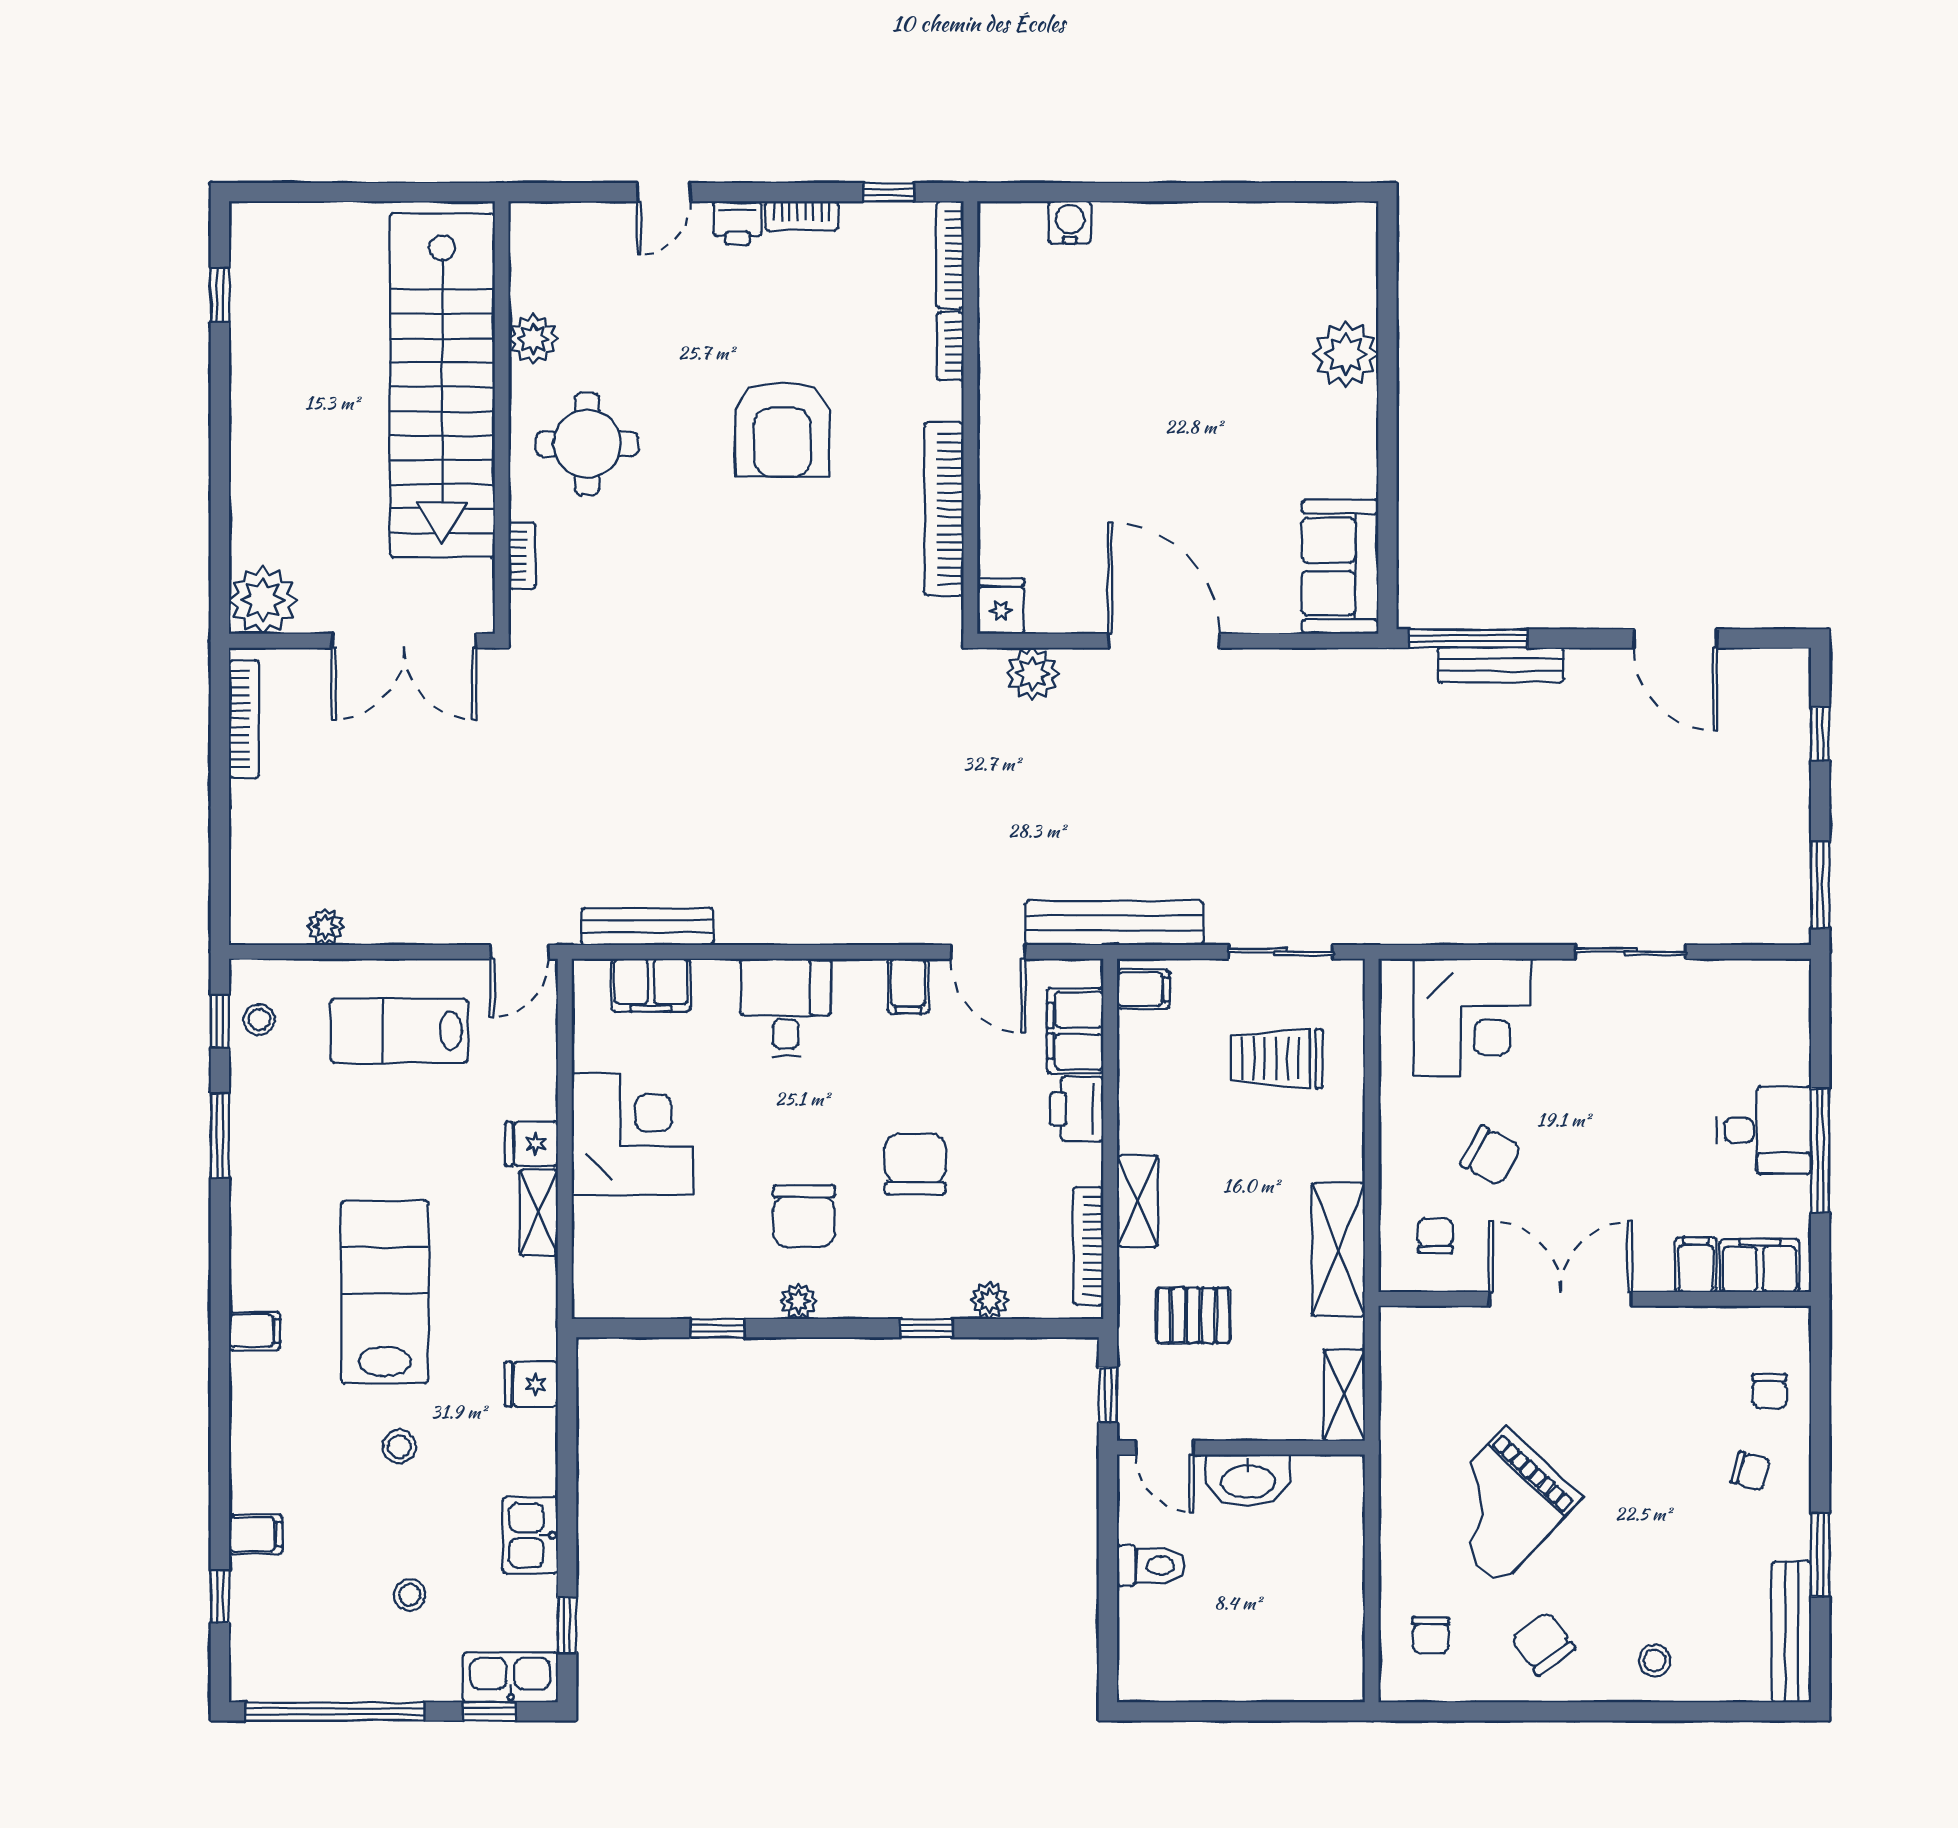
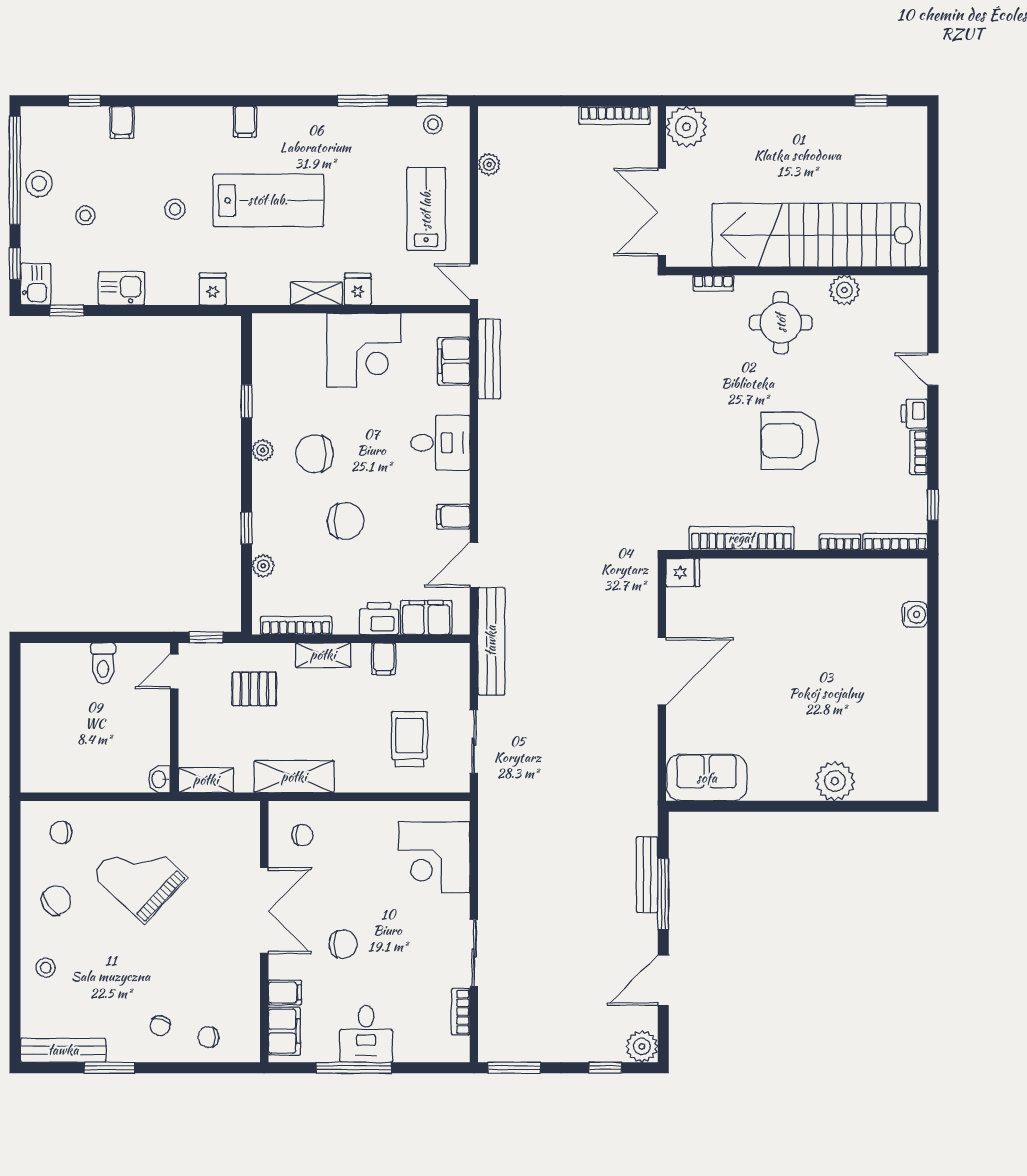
window: (1468, 638) -> (663, 894), moved
plant: (1032, 674) -> (642, 1046), moved
bookcase: (1727, 974) -> (461, 1012), added
filing cabinet: (1143, 989) -> (384, 659), moved
chair: (1491, 1156) -> (343, 944), moved, turned -119
pallet: (1193, 1315) -> (254, 689), turned 90
washbasin: (1248, 1480) -> (159, 779), moved, width x0.52, depth x0.69
stool: (357, 1672) -> (39, 183), added
kitchen sink: (511, 1677) -> (36, 284), width x0.73

